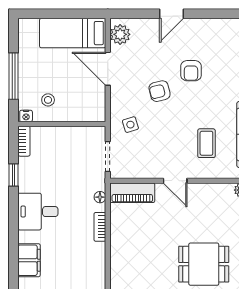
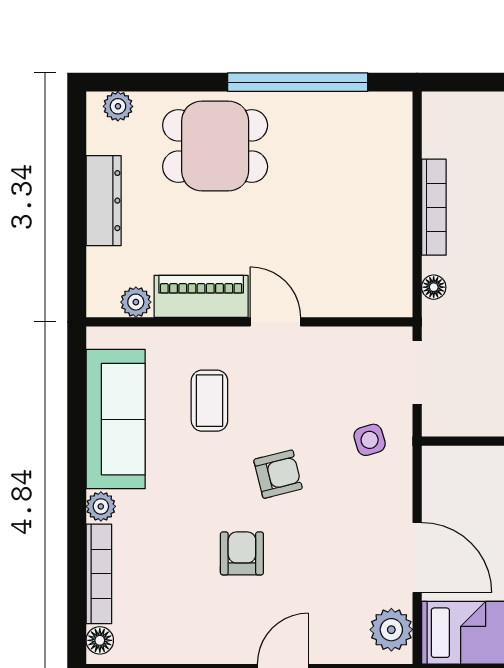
armchair: (160, 91) -> (278, 474), moved
piano: (132, 193) -> (201, 296), moved
bookcase: (100, 227) -> (434, 207), width x1.56

